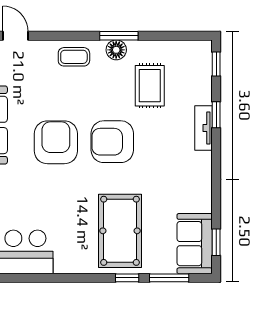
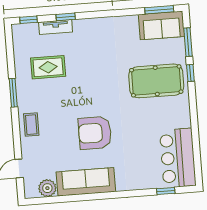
floor lamp: (116, 50) -> (24, 94), removed
tv unit: (204, 128) -> (56, 27), moved
armchair: (112, 142) -> (91, 92), removed
window: (216, 242) -> (159, 10), width x1.50

